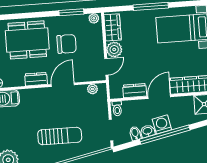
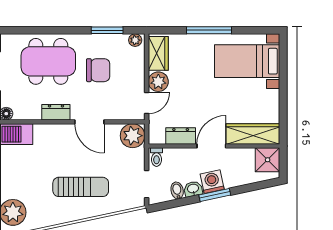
door: (63, 85) -> (89, 122), swing flipped
plant: (92, 89) -> (133, 136), width x1.87, depth x1.87
window: (165, 135) -> (215, 195), width x0.47

